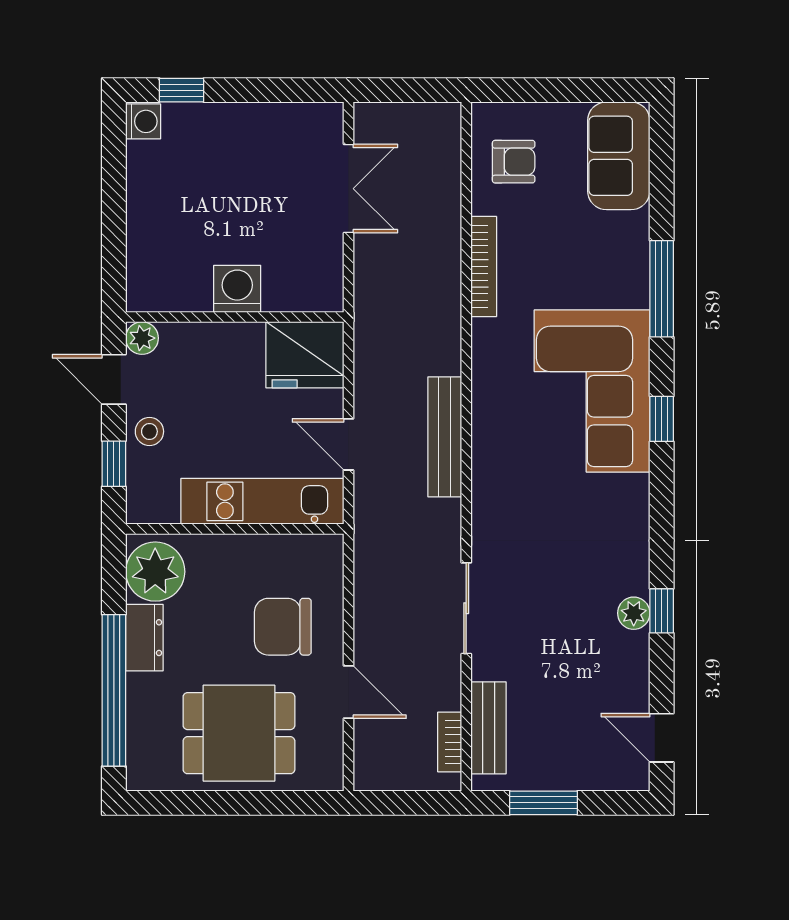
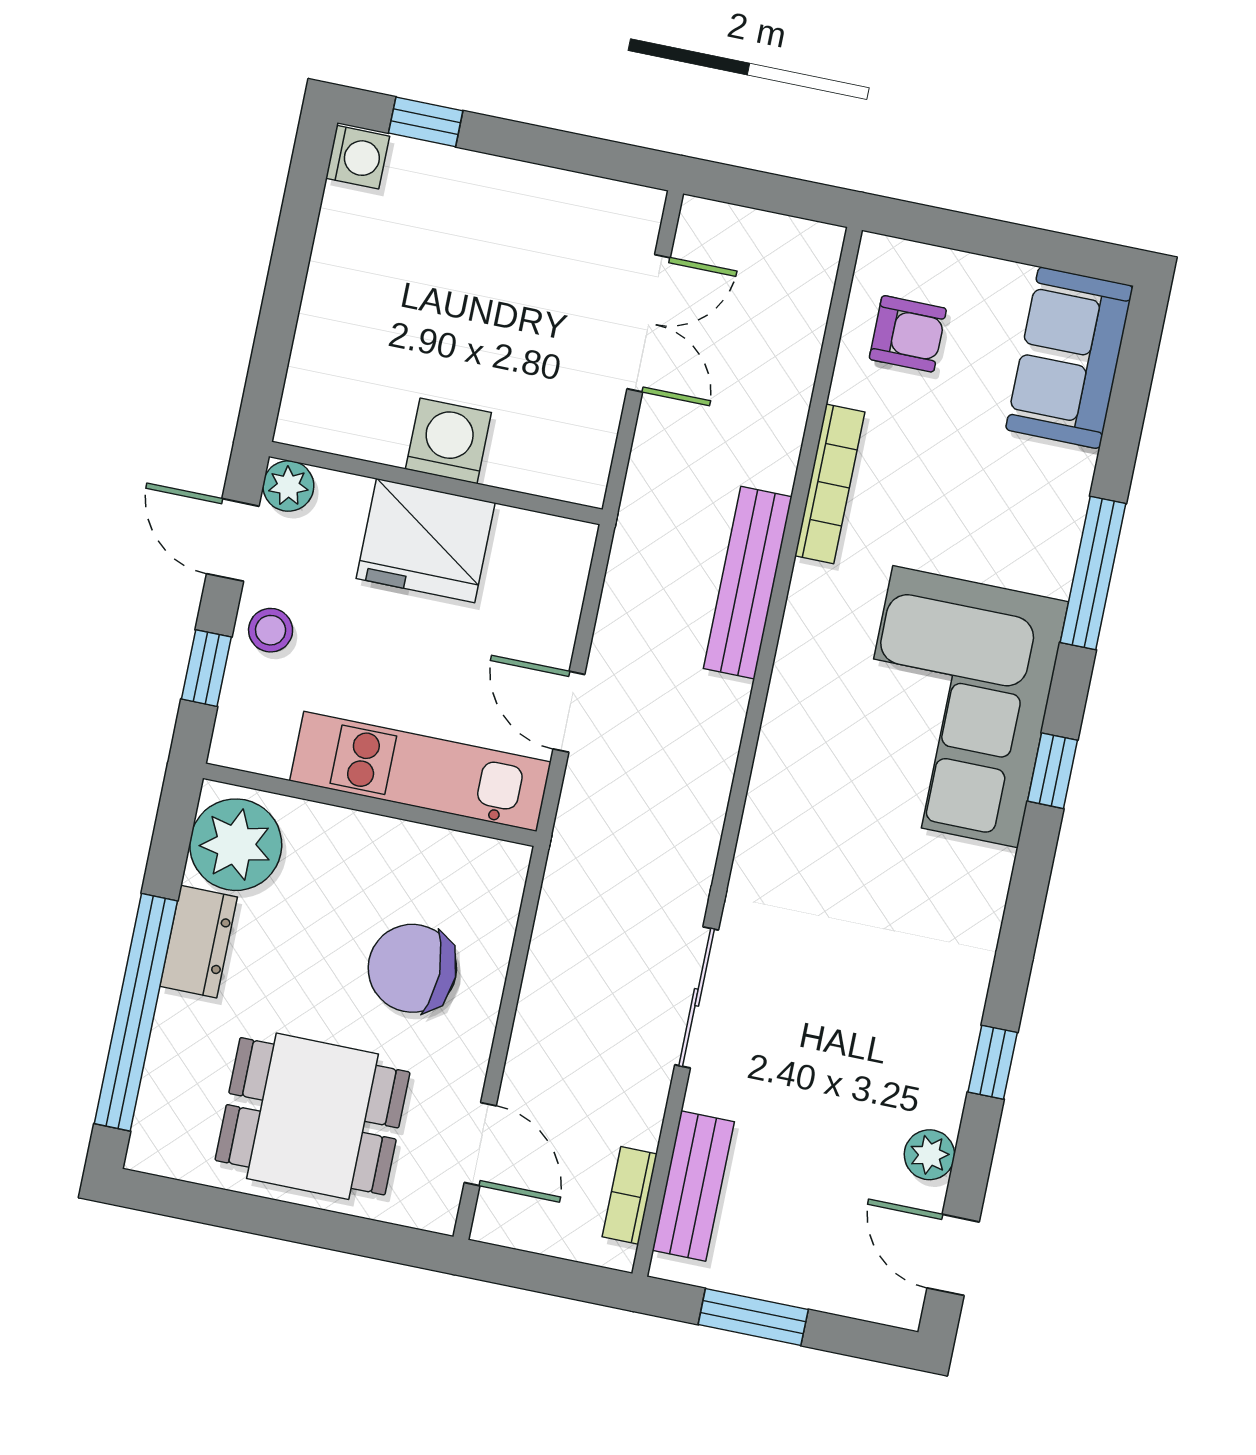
fridge: (305, 355) -> (426, 541), moved
bench: (445, 437) -> (748, 583), moved
plant: (634, 613) -> (929, 1155), moved
door: (349, 692) -> (480, 1144), moved

